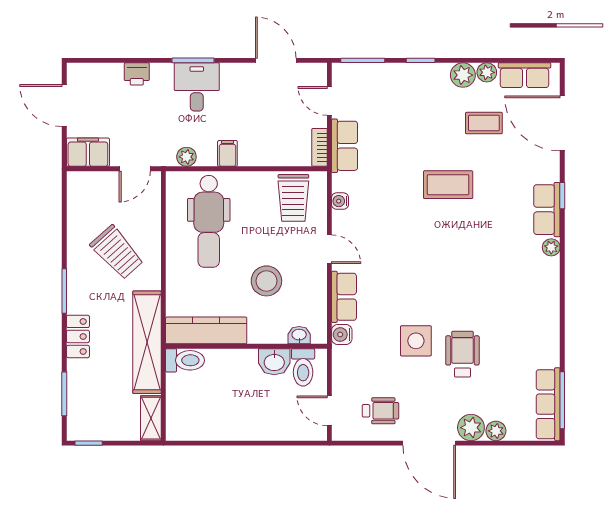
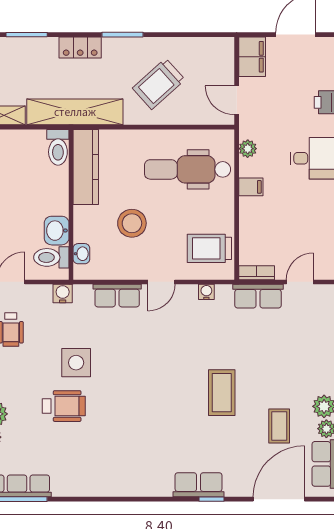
plant: (551, 247) -> (163, 489), removed
water cooler: (342, 334) -> (63, 293), moved

